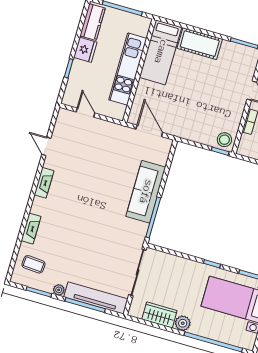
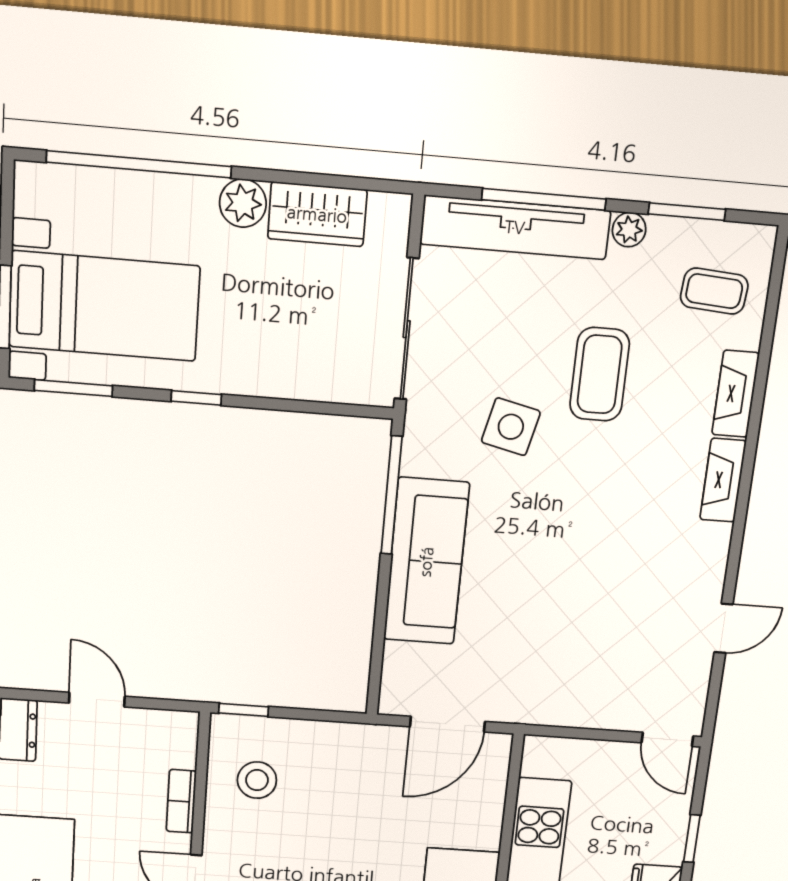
door: (85, 113) -> (667, 739), moved
door: (149, 131) -> (448, 724), hinge flipped
stool: (224, 140) -> (257, 780), moved
door: (46, 146) -> (723, 628), hinge flipped
fireplace: (44, 183) -> (723, 480), moved
side table: (109, 233) -> (511, 427), added
coffee table: (76, 244) -> (600, 374), added

